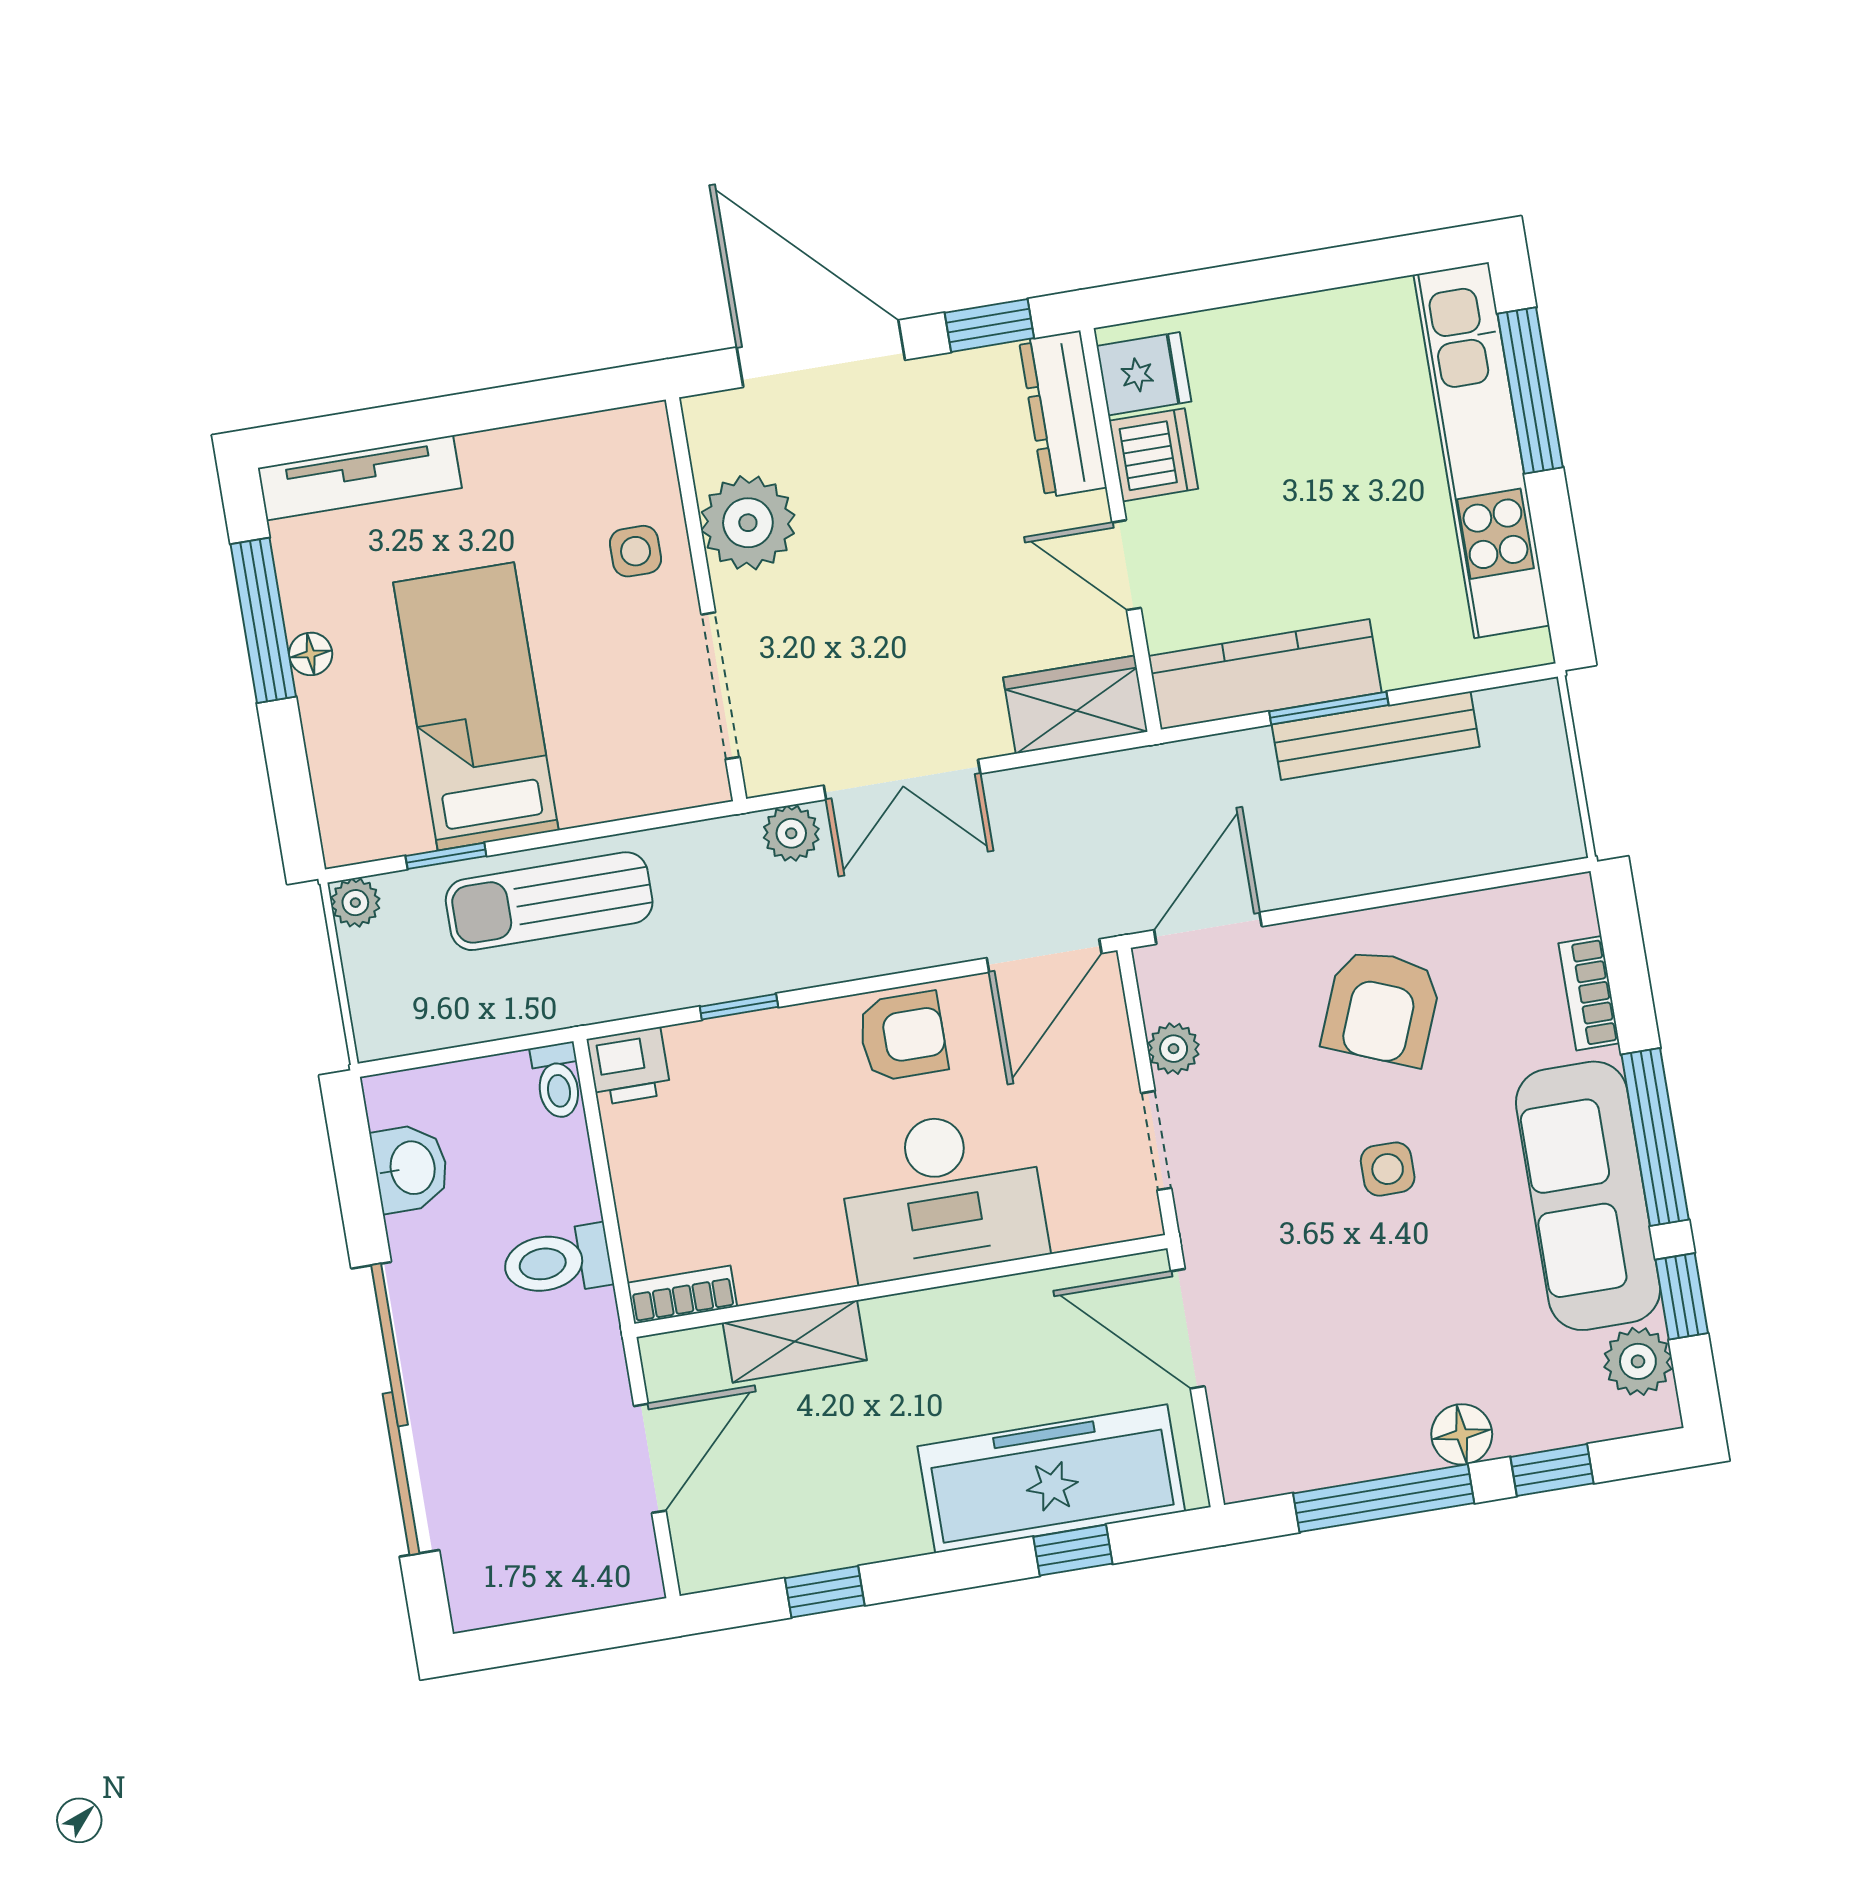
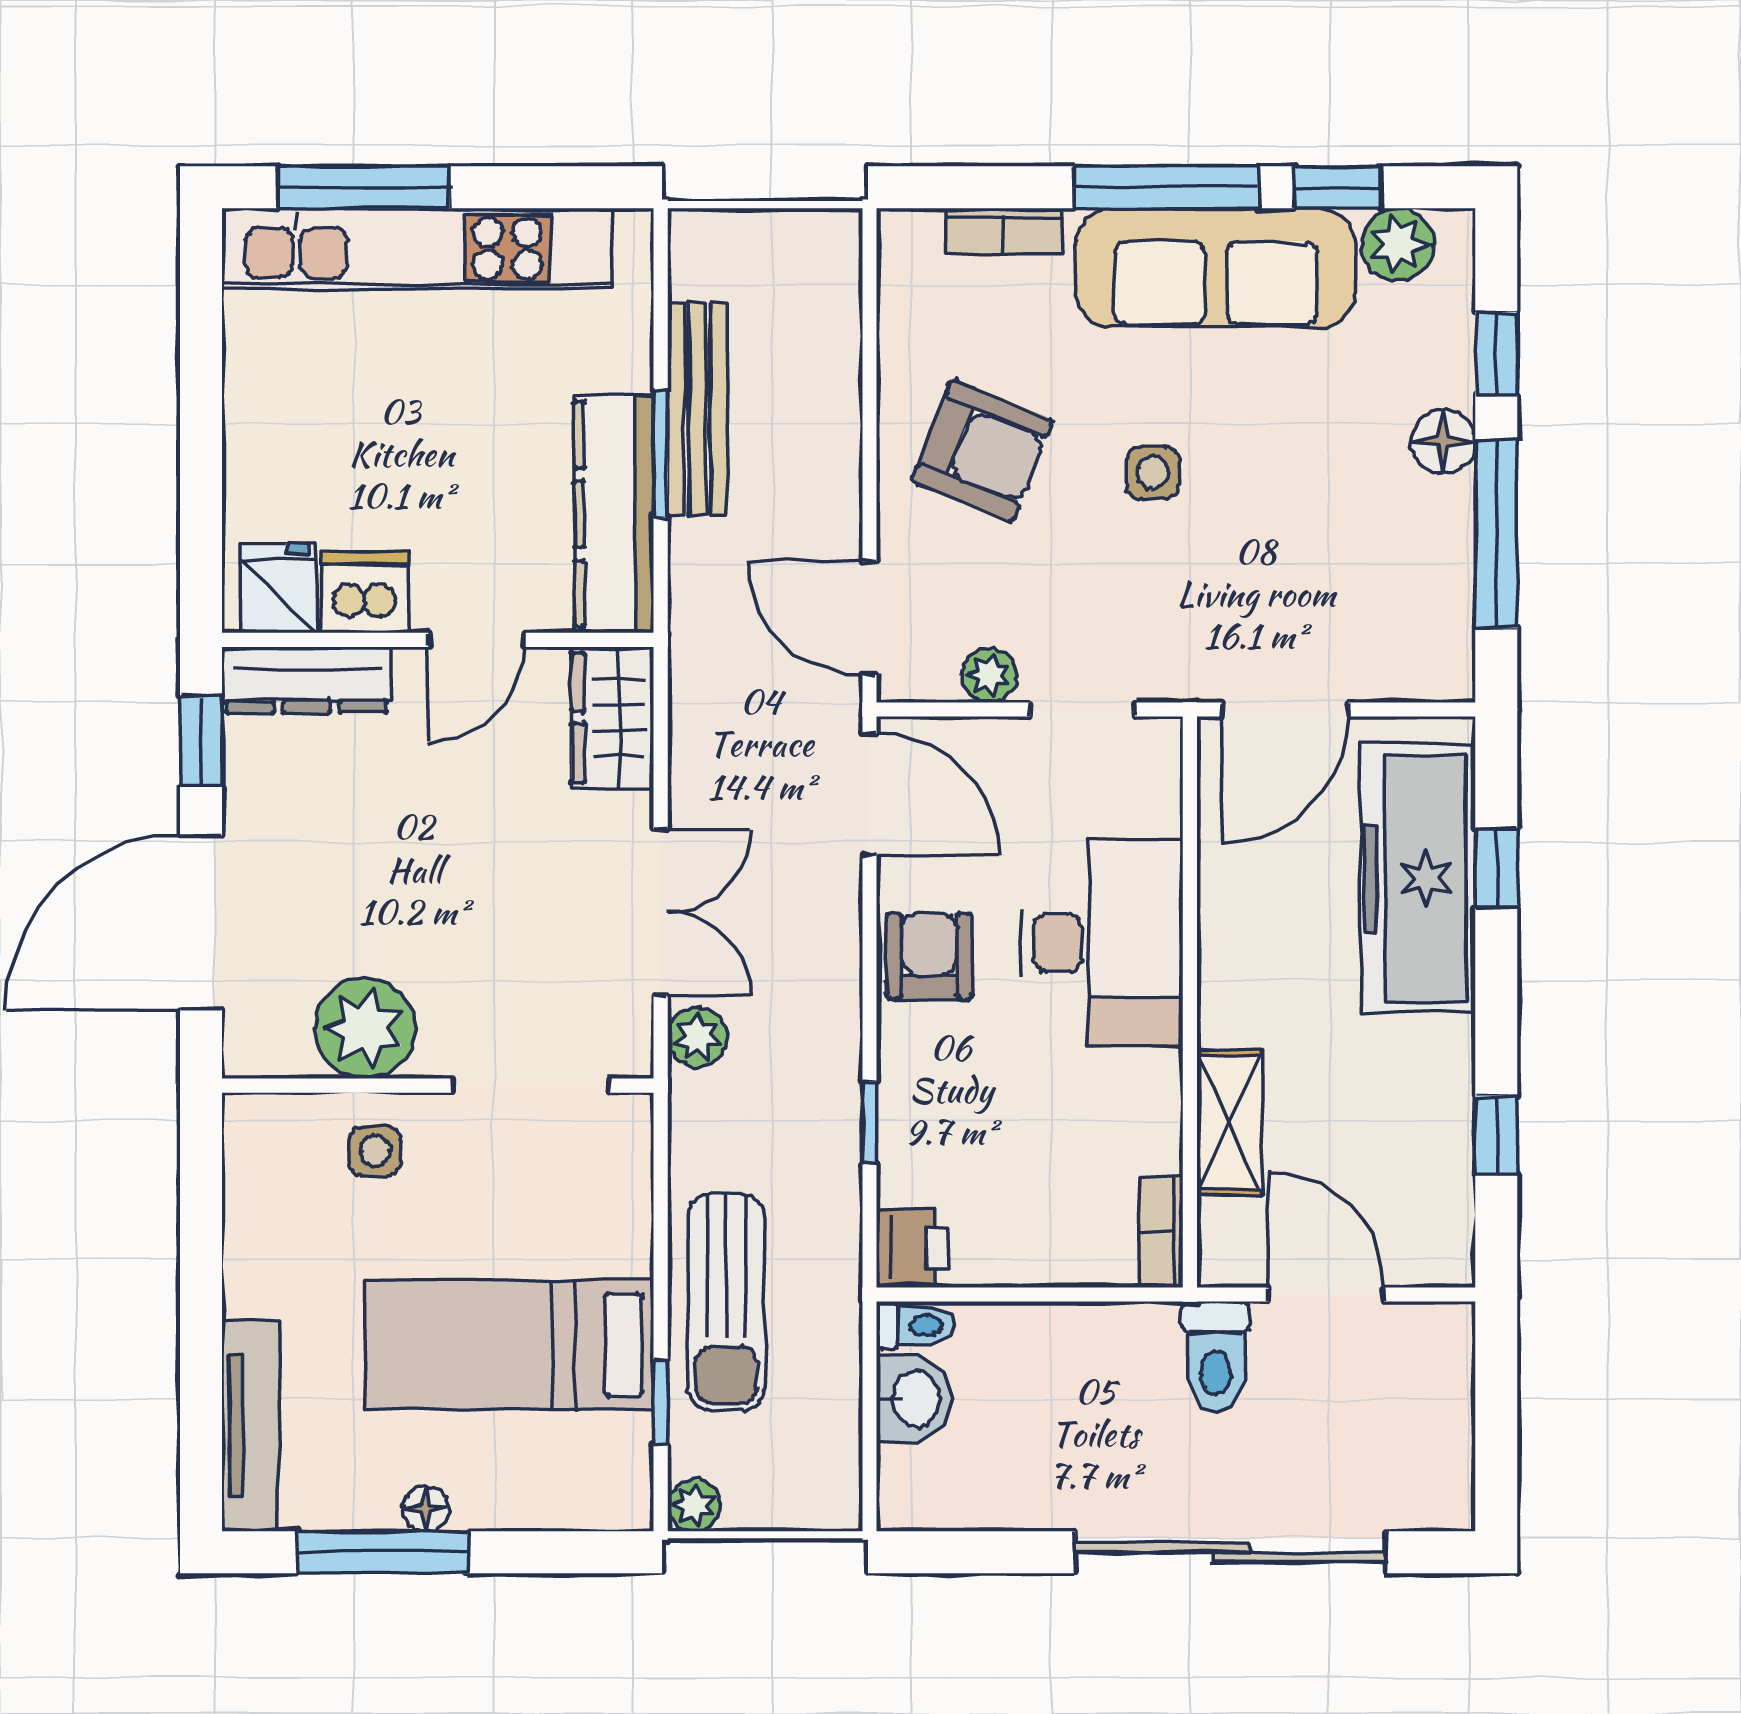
washbasin: (411, 1168) -> (914, 1399), moved, turned 90
toilet: (557, 1262) -> (1216, 1357), moved

